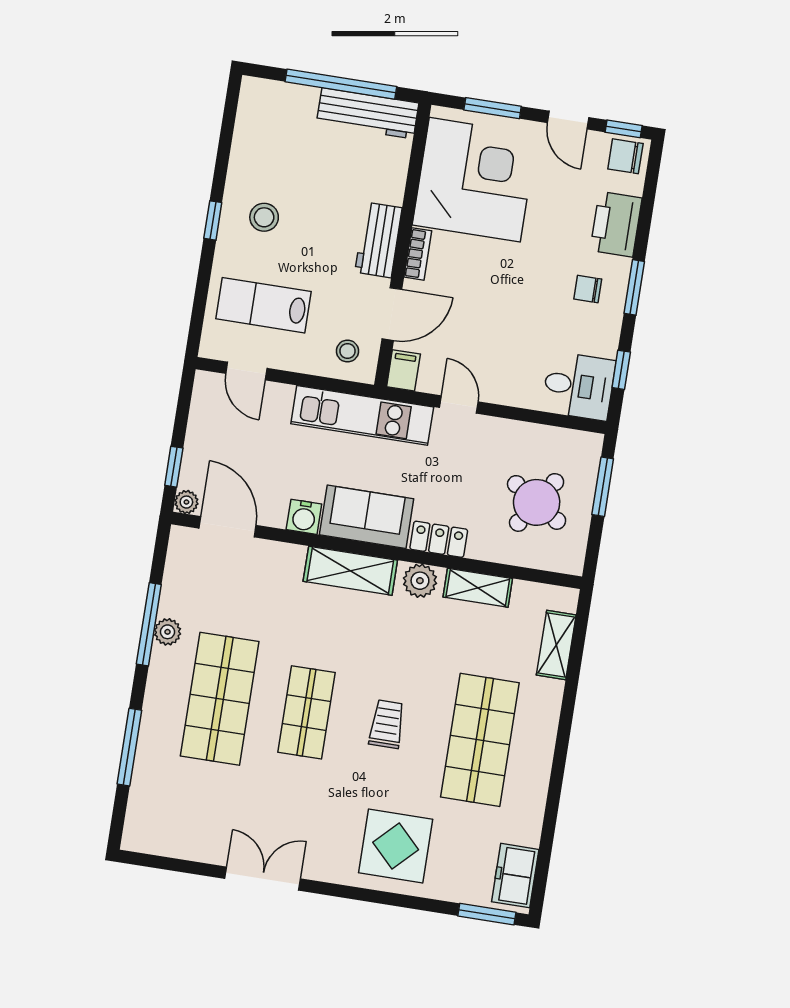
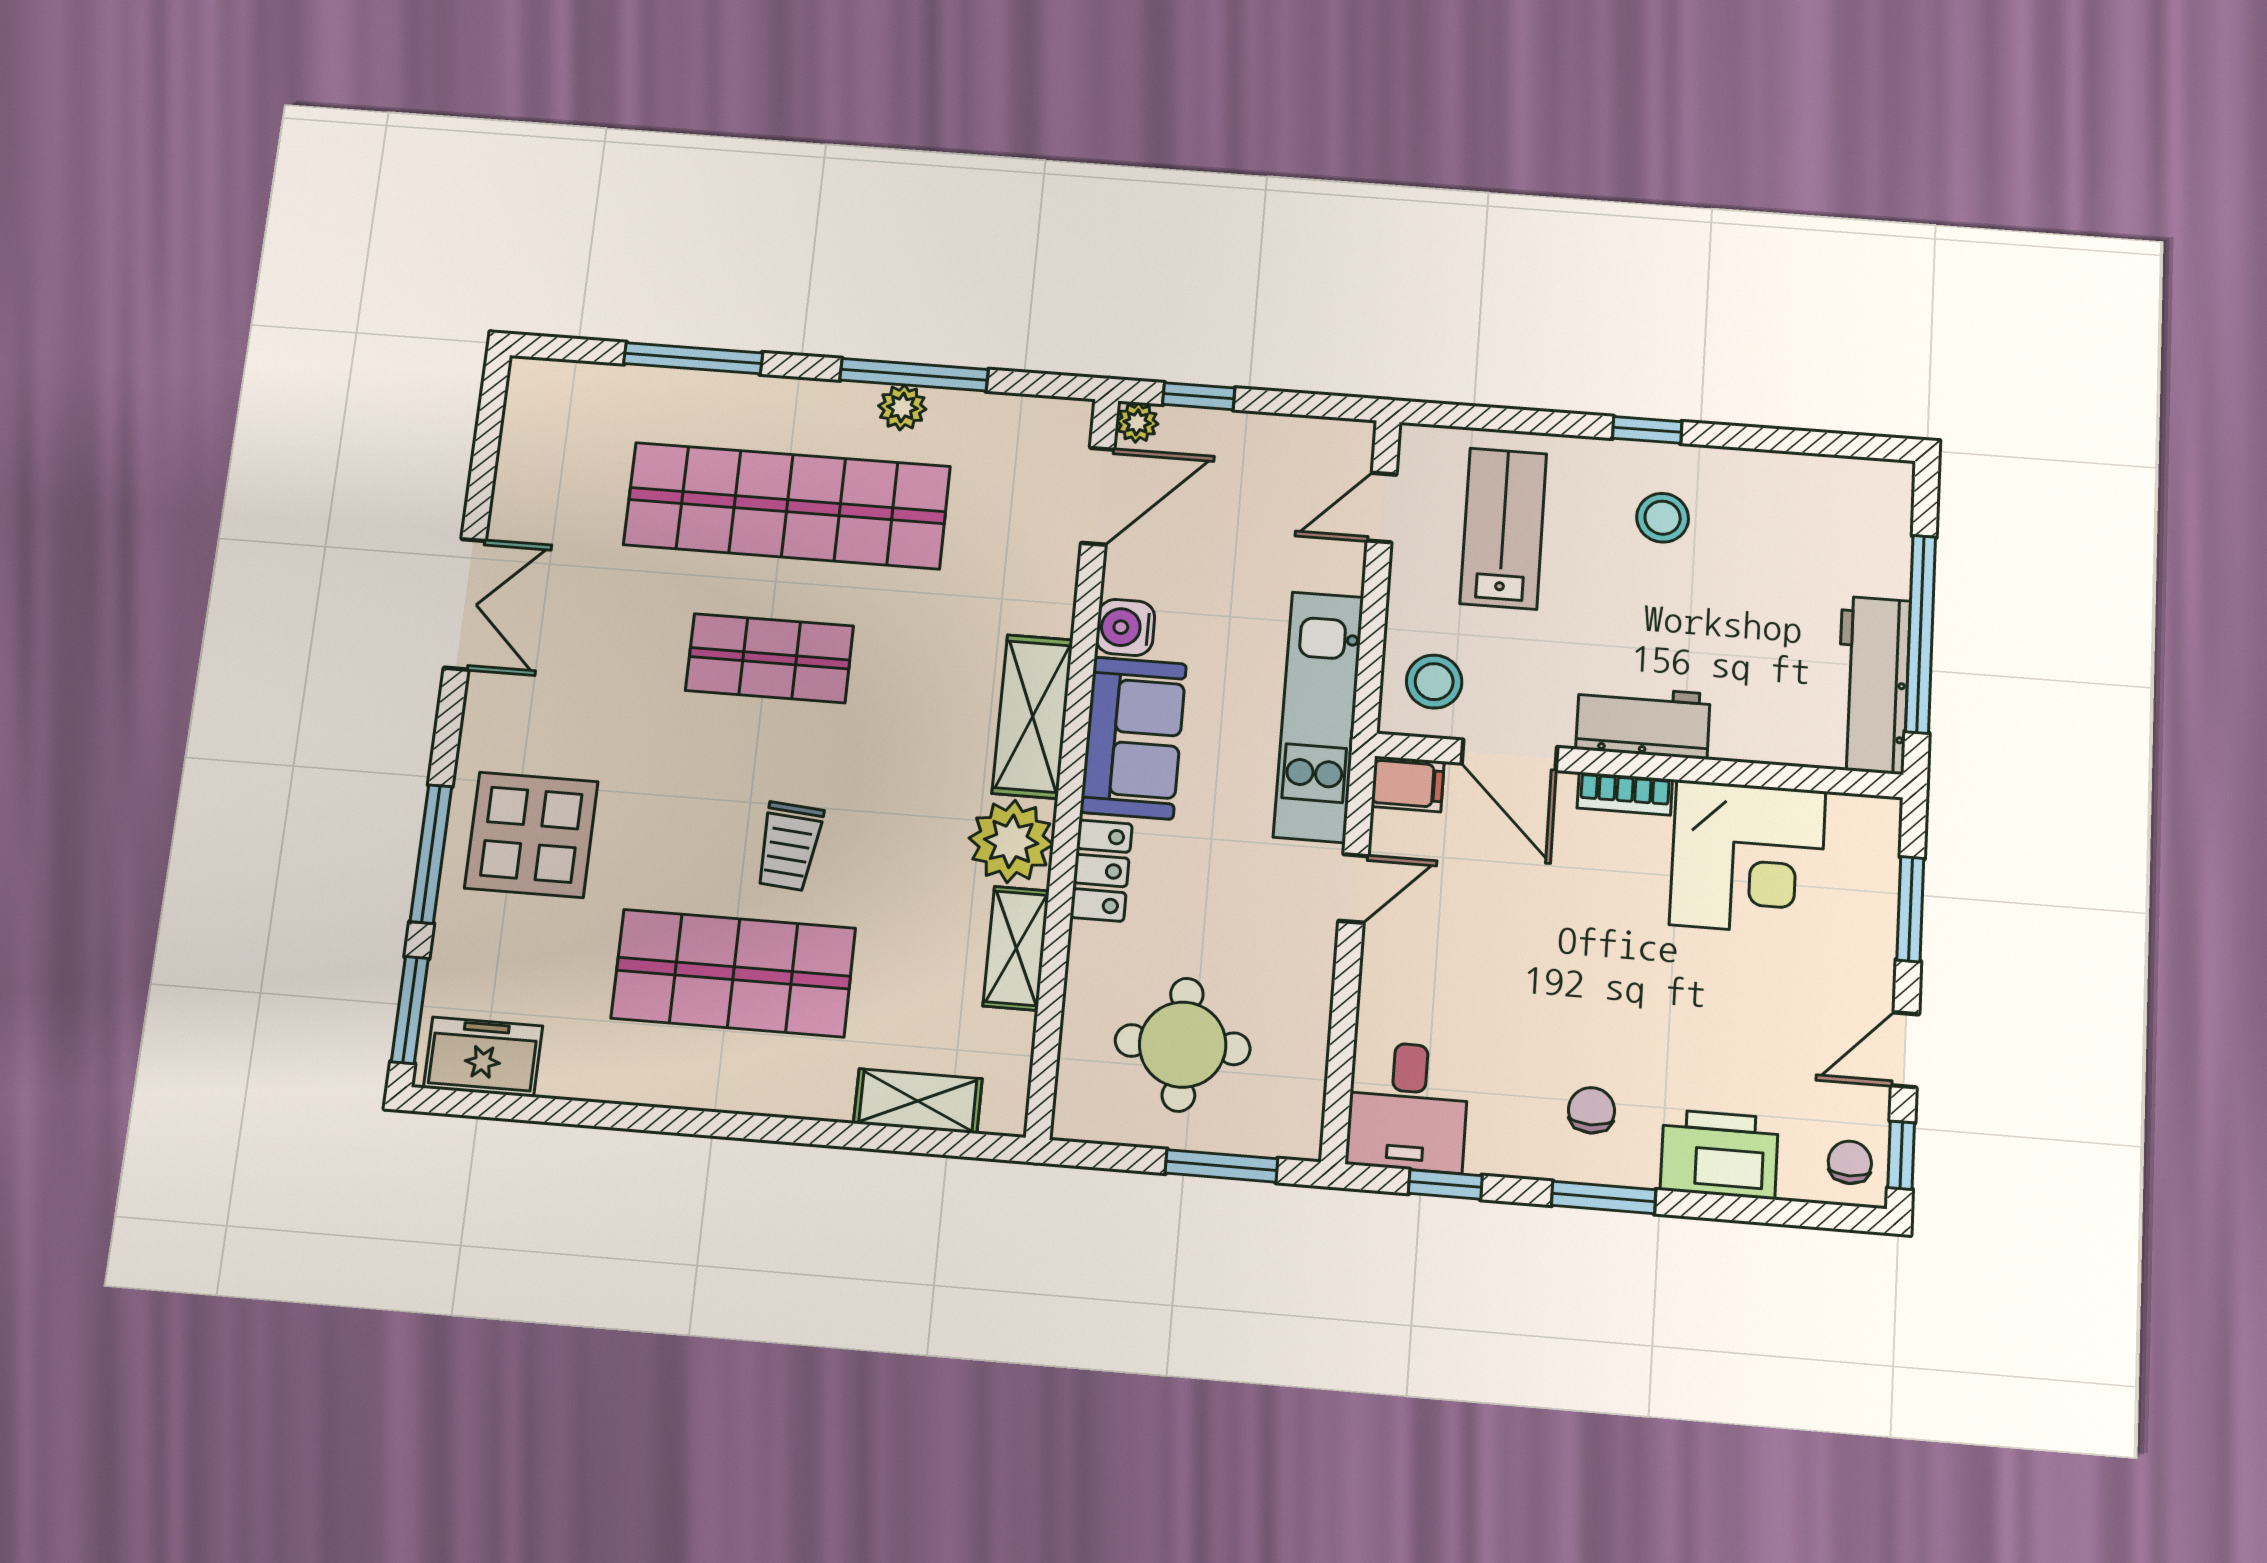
chair: (625, 156) -> (1850, 1162), width x0.73, depth x0.73
corner desk: (475, 180) -> (1748, 858), width x0.74, depth x0.74
stool: (347, 351) -> (1434, 682), width x1.37, depth x1.37
round table: (537, 502) -> (1183, 1045), turned -33
plant: (420, 581) -> (1011, 841), width x1.36, depth x1.36
shop shelf: (220, 699) -> (787, 506), width x1.40
trolley: (387, 724) -> (789, 846), moved, turned 95
window: (402, 901) -> (431, 854), added

